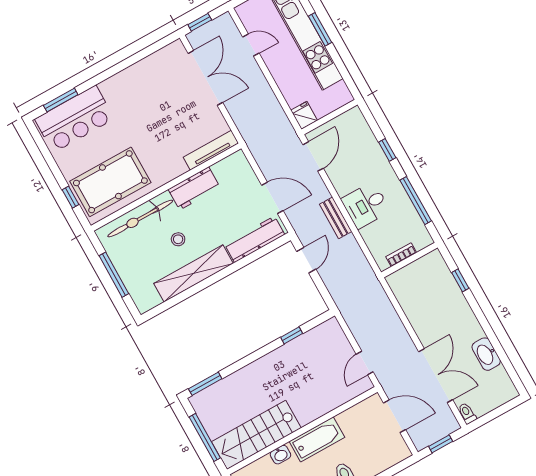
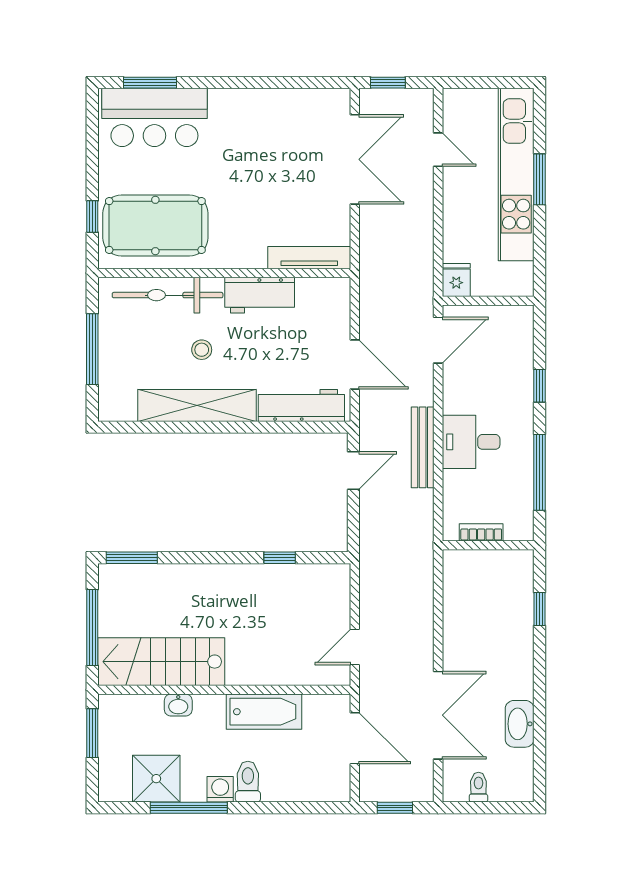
bench: (336, 218) -> (423, 447), width x1.36
toilet: (467, 413) -> (478, 787), moved
bathtub: (317, 439) -> (264, 712), moved

